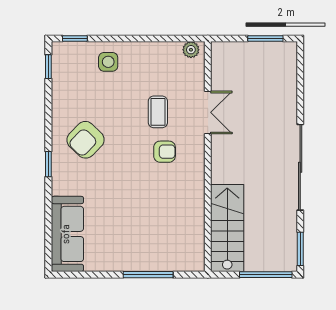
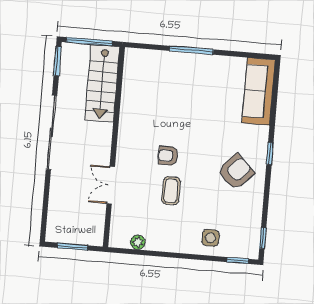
double door: (208, 112) -> (111, 185), moved
wall: (208, 157) -> (114, 147), moved
stairs: (227, 228) -> (102, 83), moved

